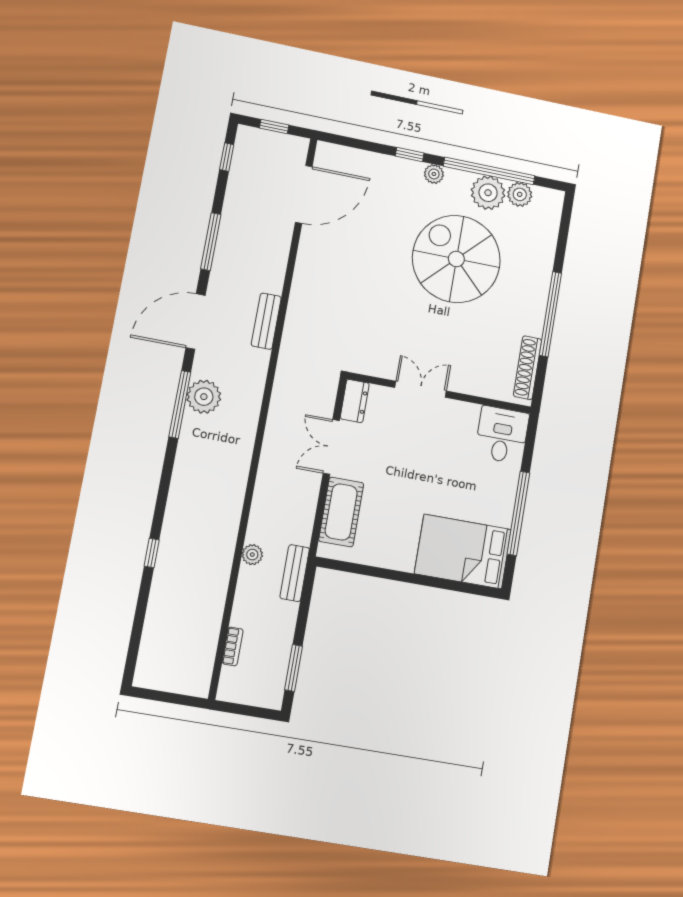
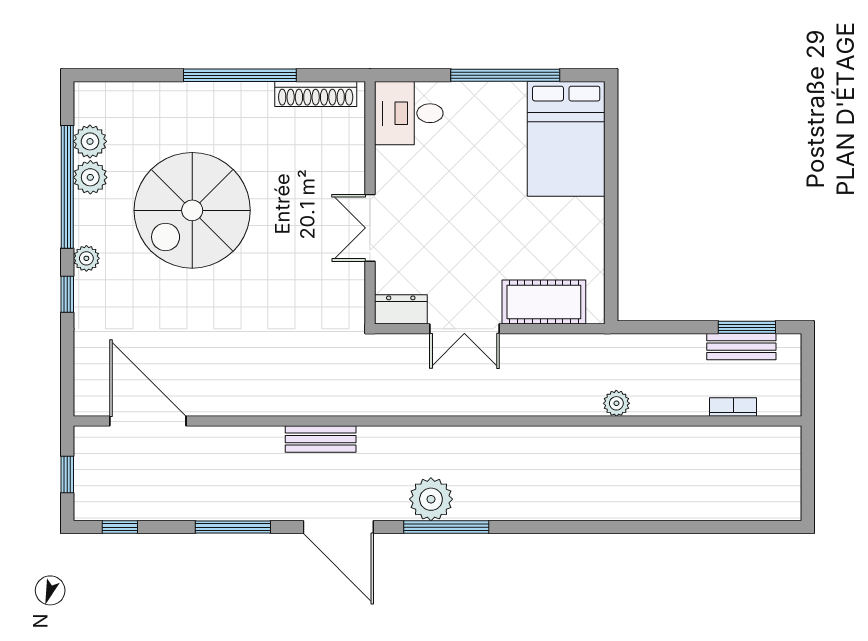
plant: (488, 193) -> (90, 177), width x0.73, depth x0.73
window: (152, 553) -> (636, 527), removed
bench: (295, 573) -> (741, 347), moved

